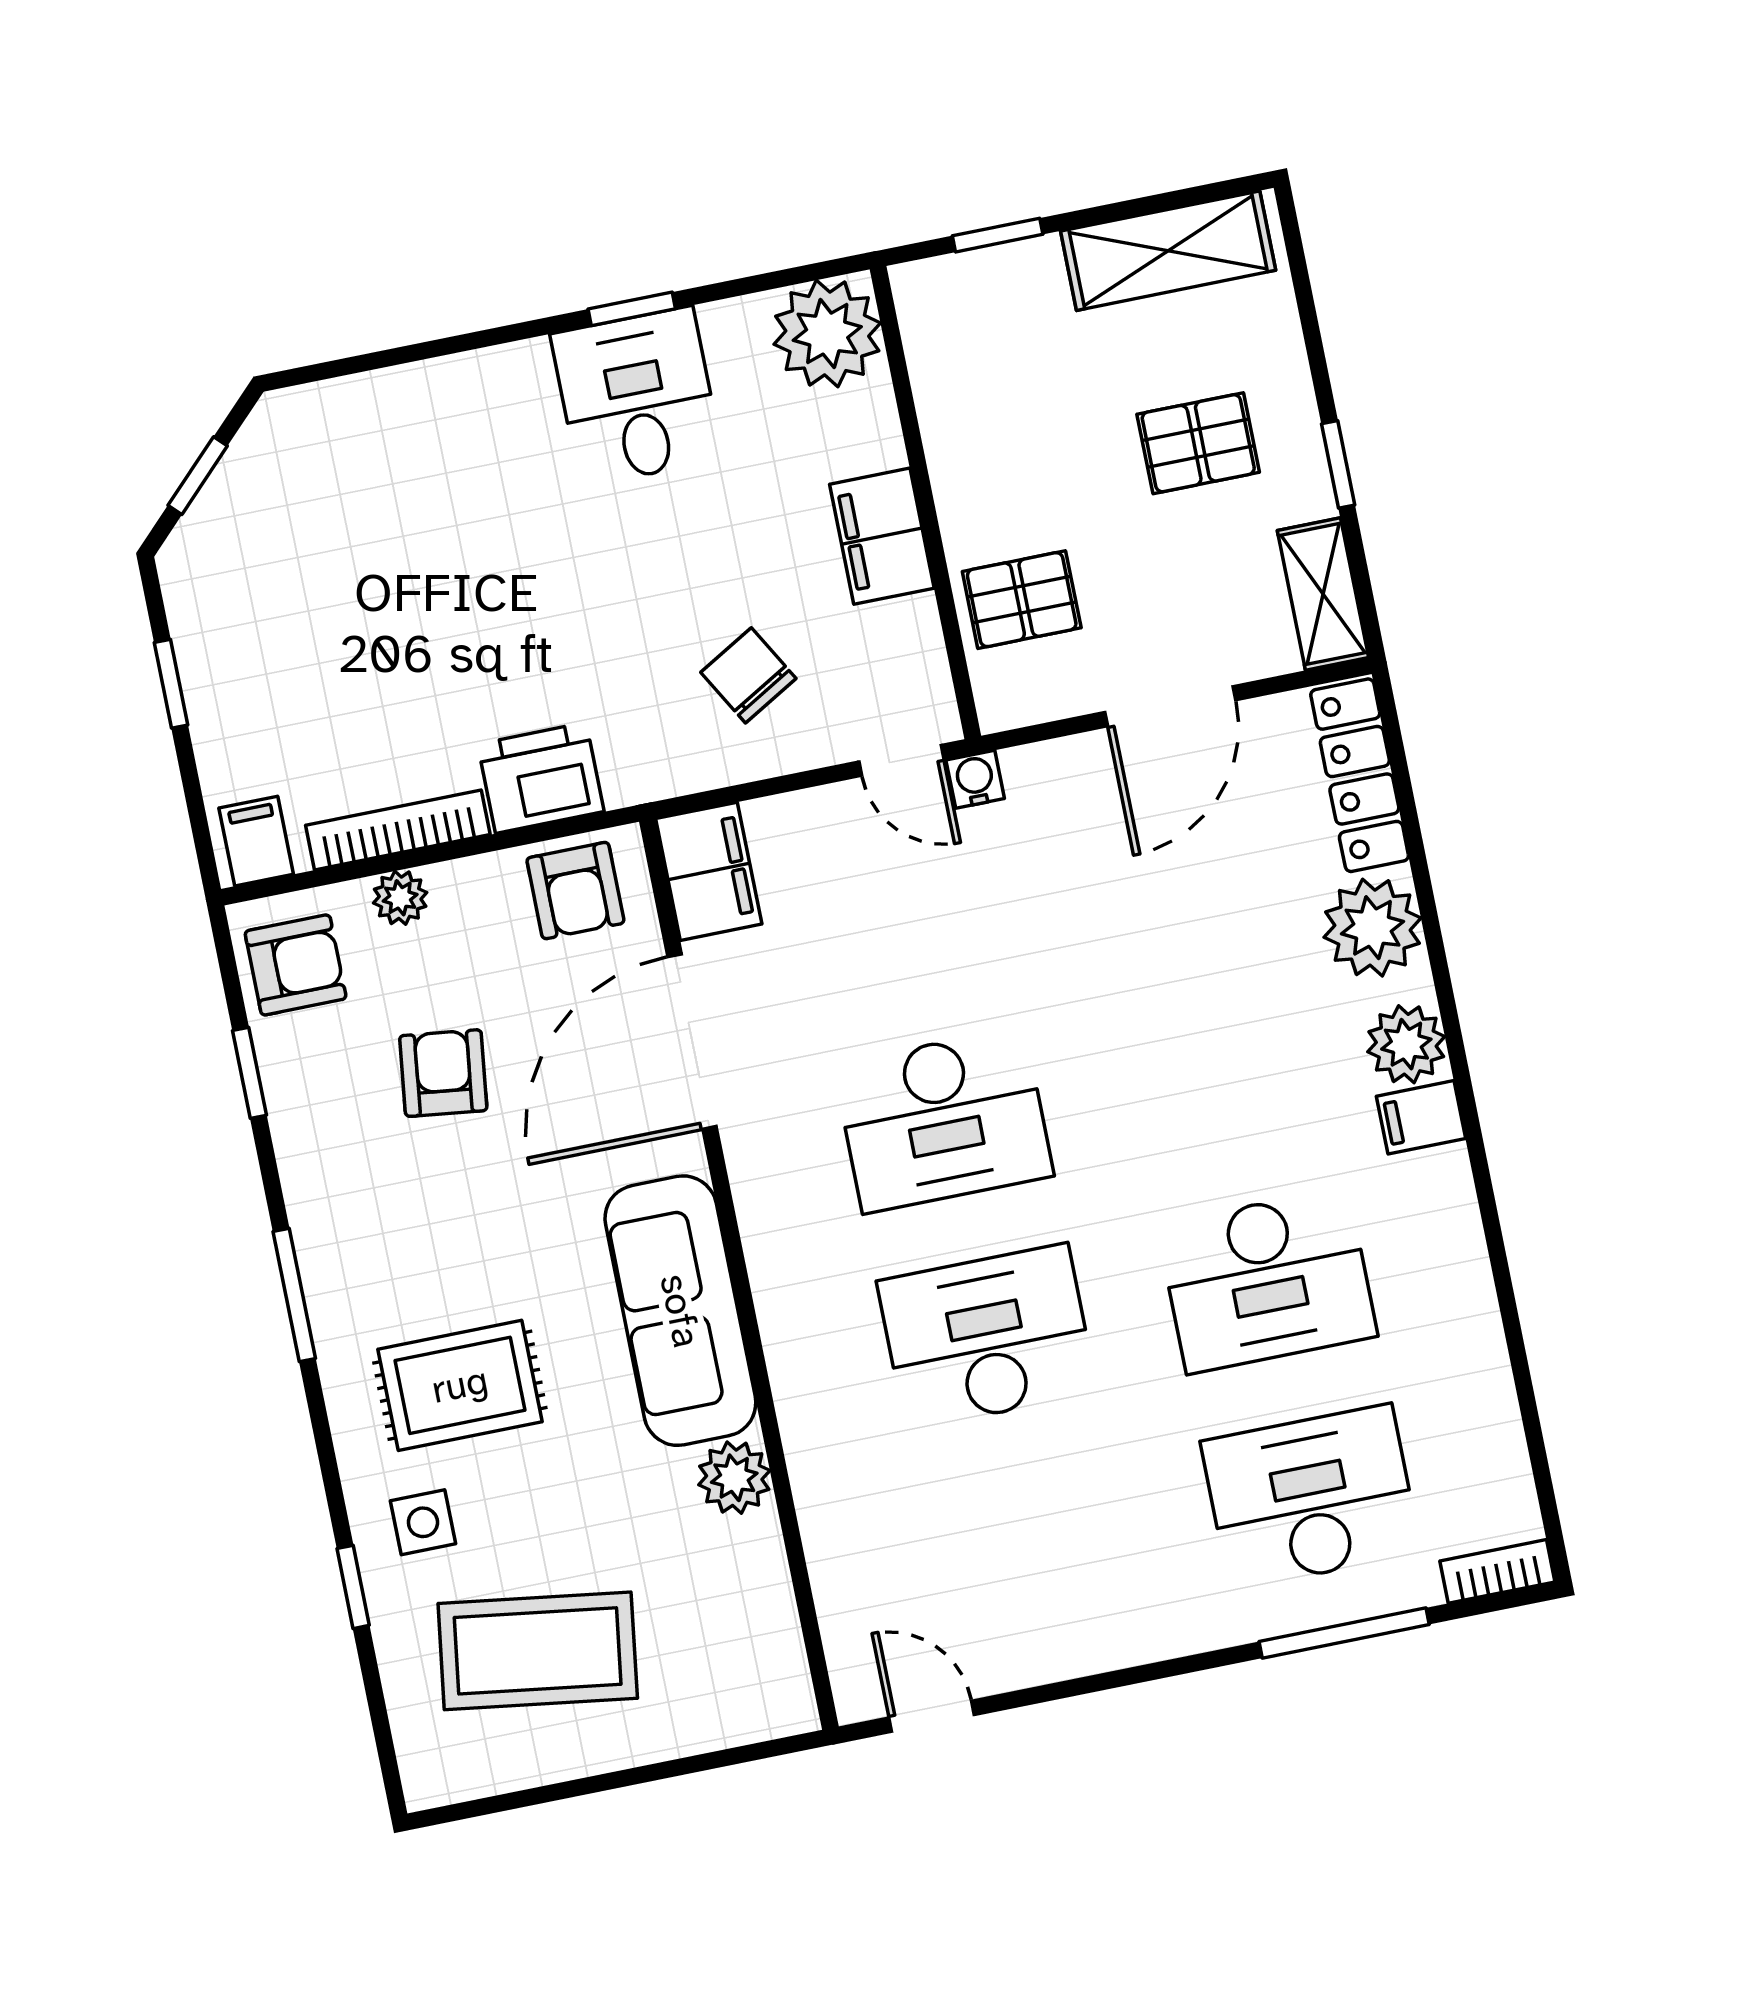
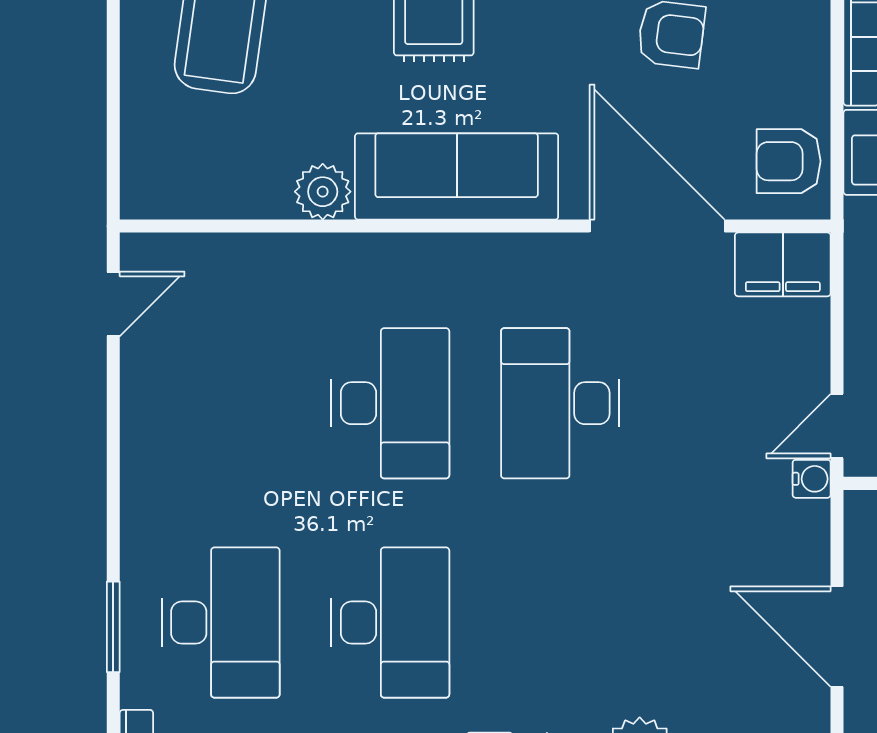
plant: (400, 898) -> (810, 28), removed
desk: (1267, 1280) -> (390, 623), turned 180
window: (1344, 1633) -> (113, 627), width x0.69

